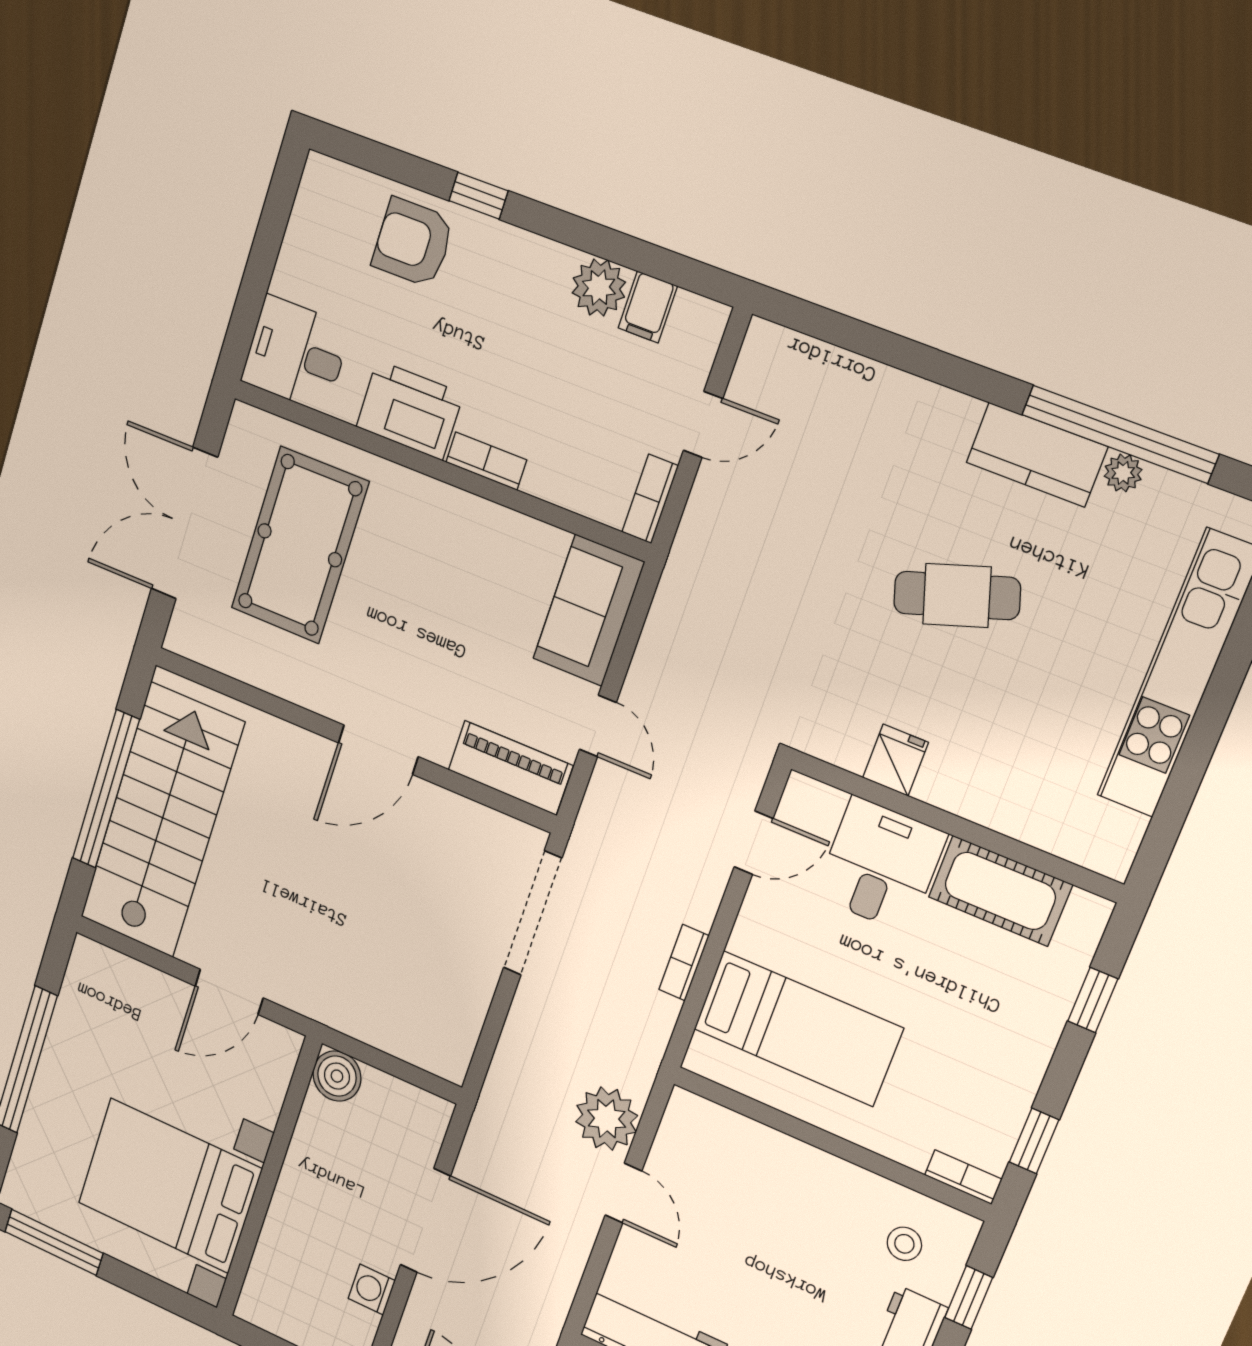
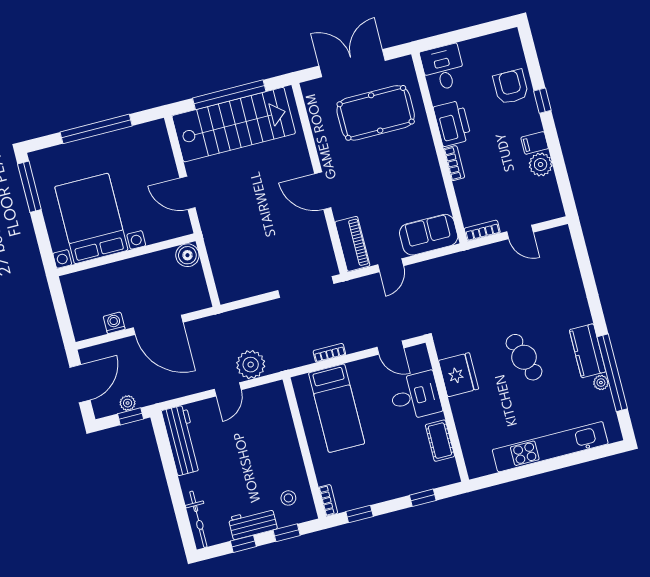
filing cabinet: (648, 307) -> (535, 143), moved
fridge: (896, 760) -> (459, 375), width x1.88, depth x1.34
cot: (1000, 891) -> (440, 441), width x0.73, depth x0.75

